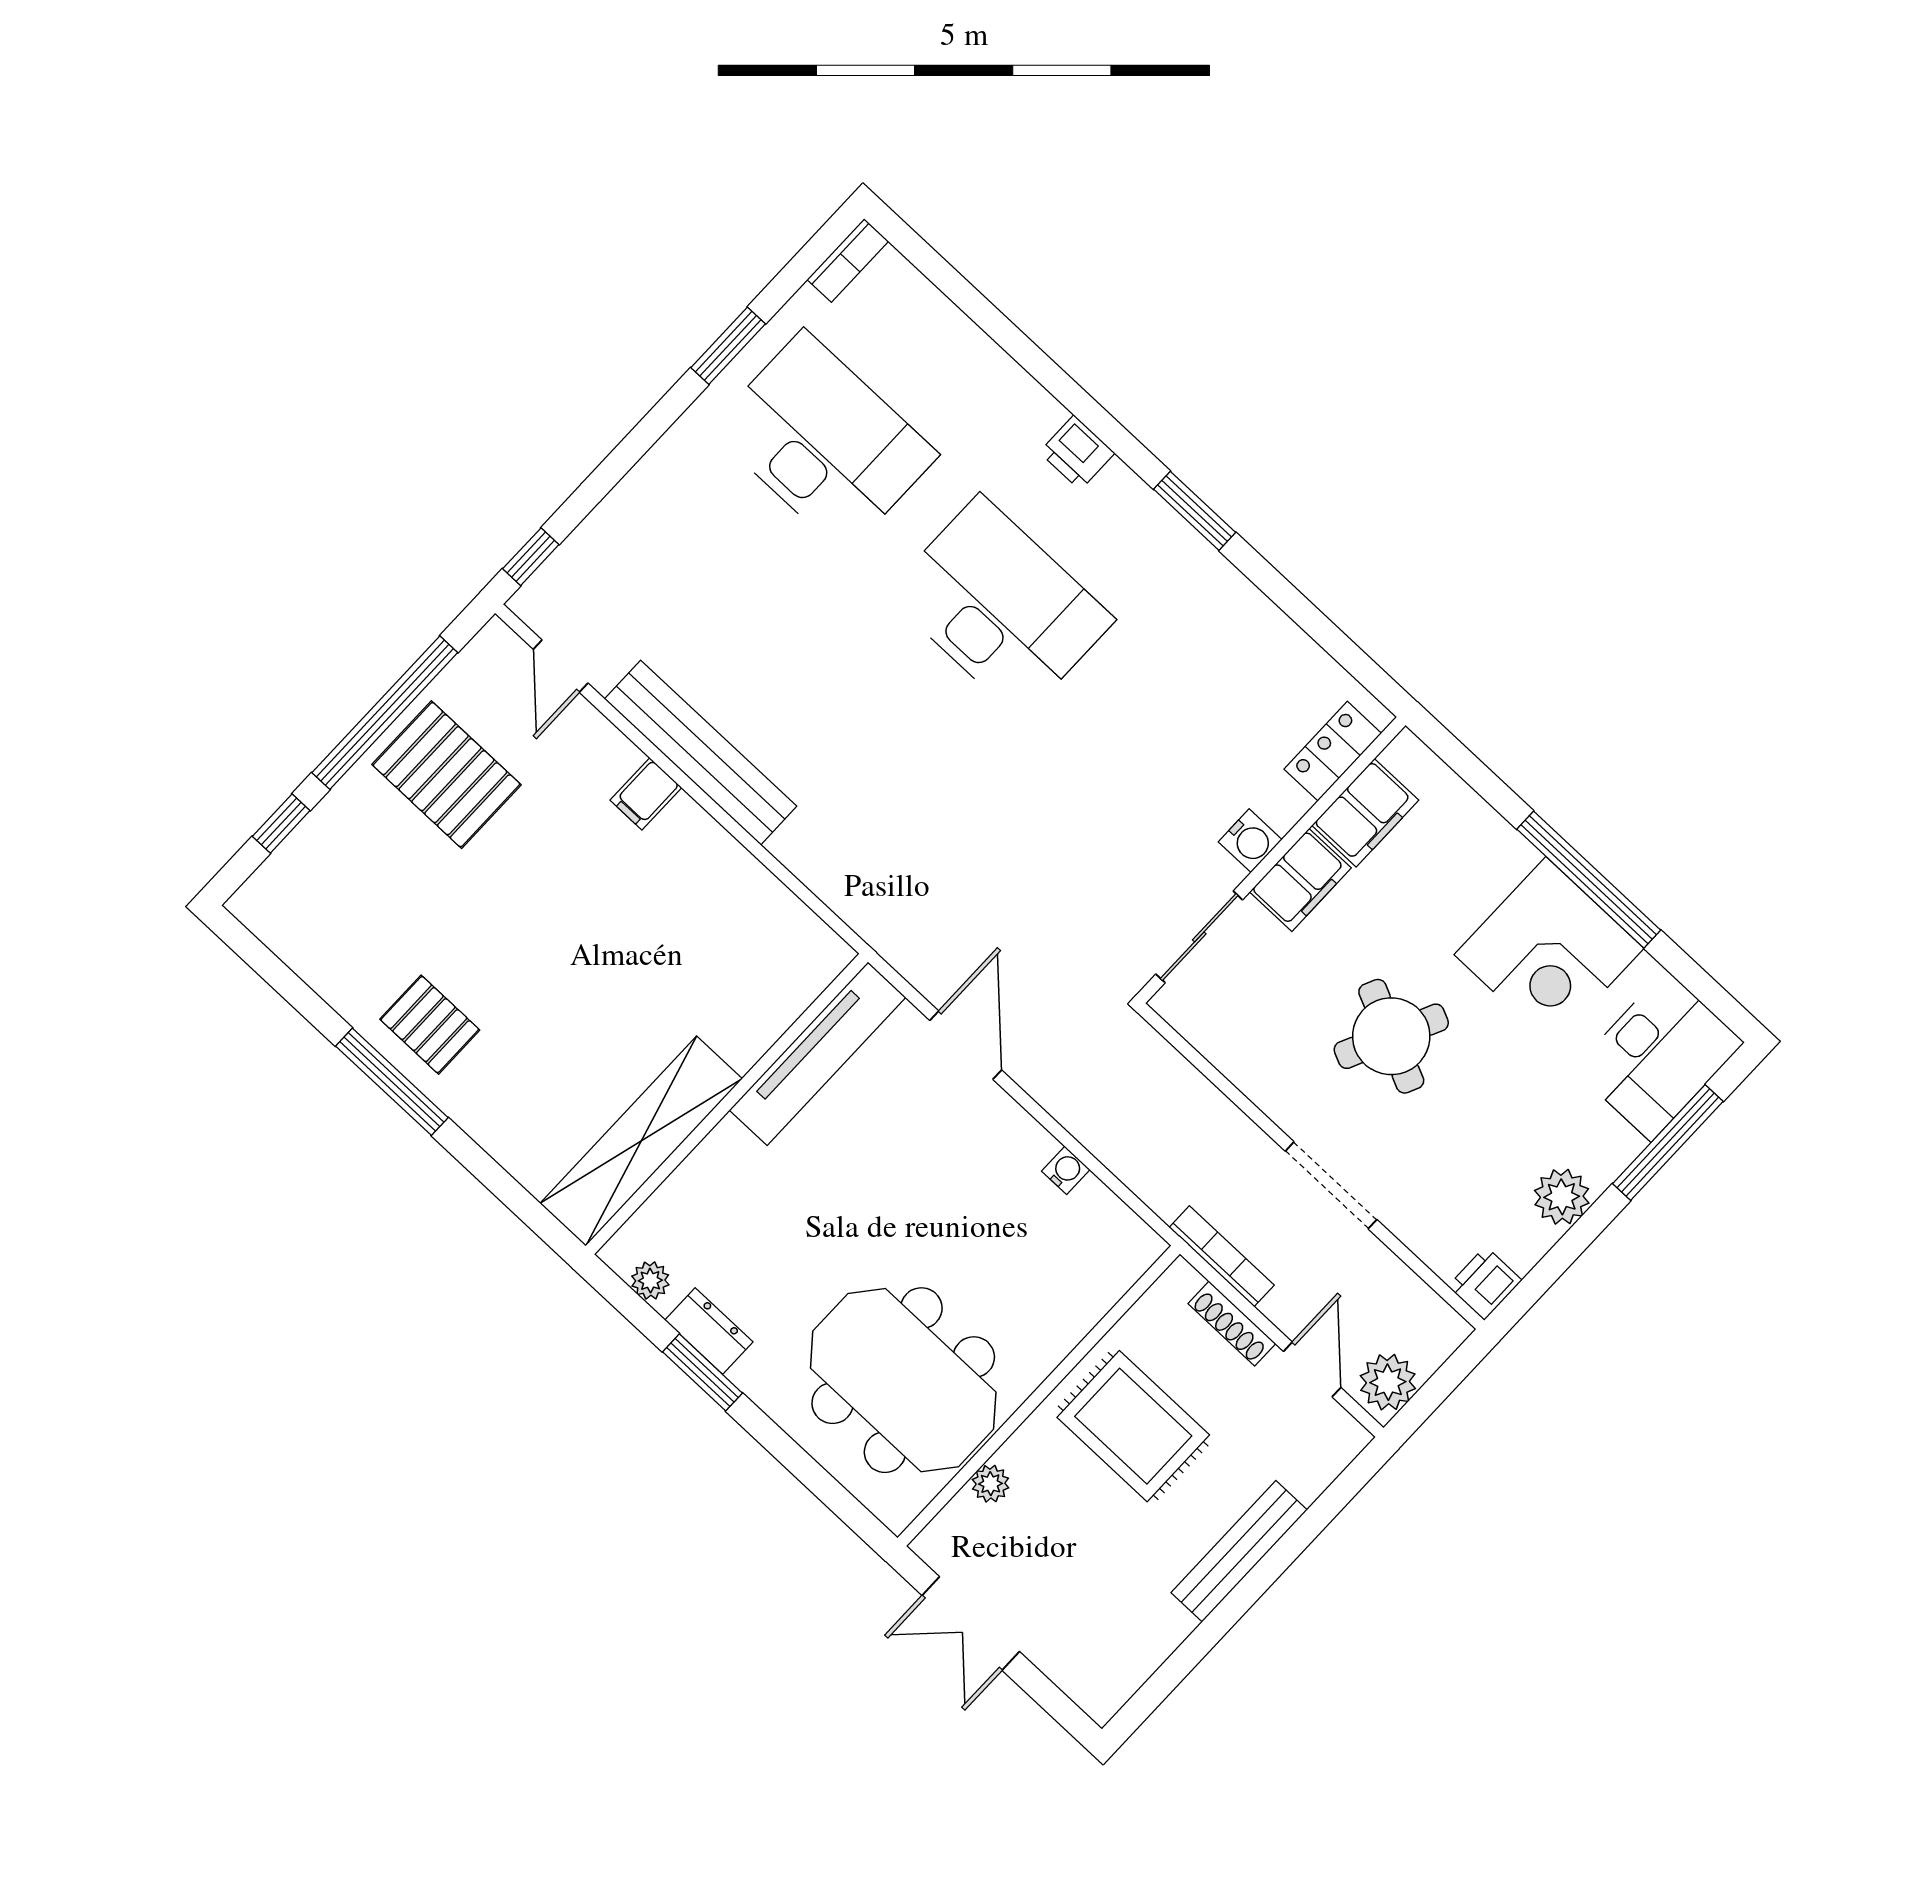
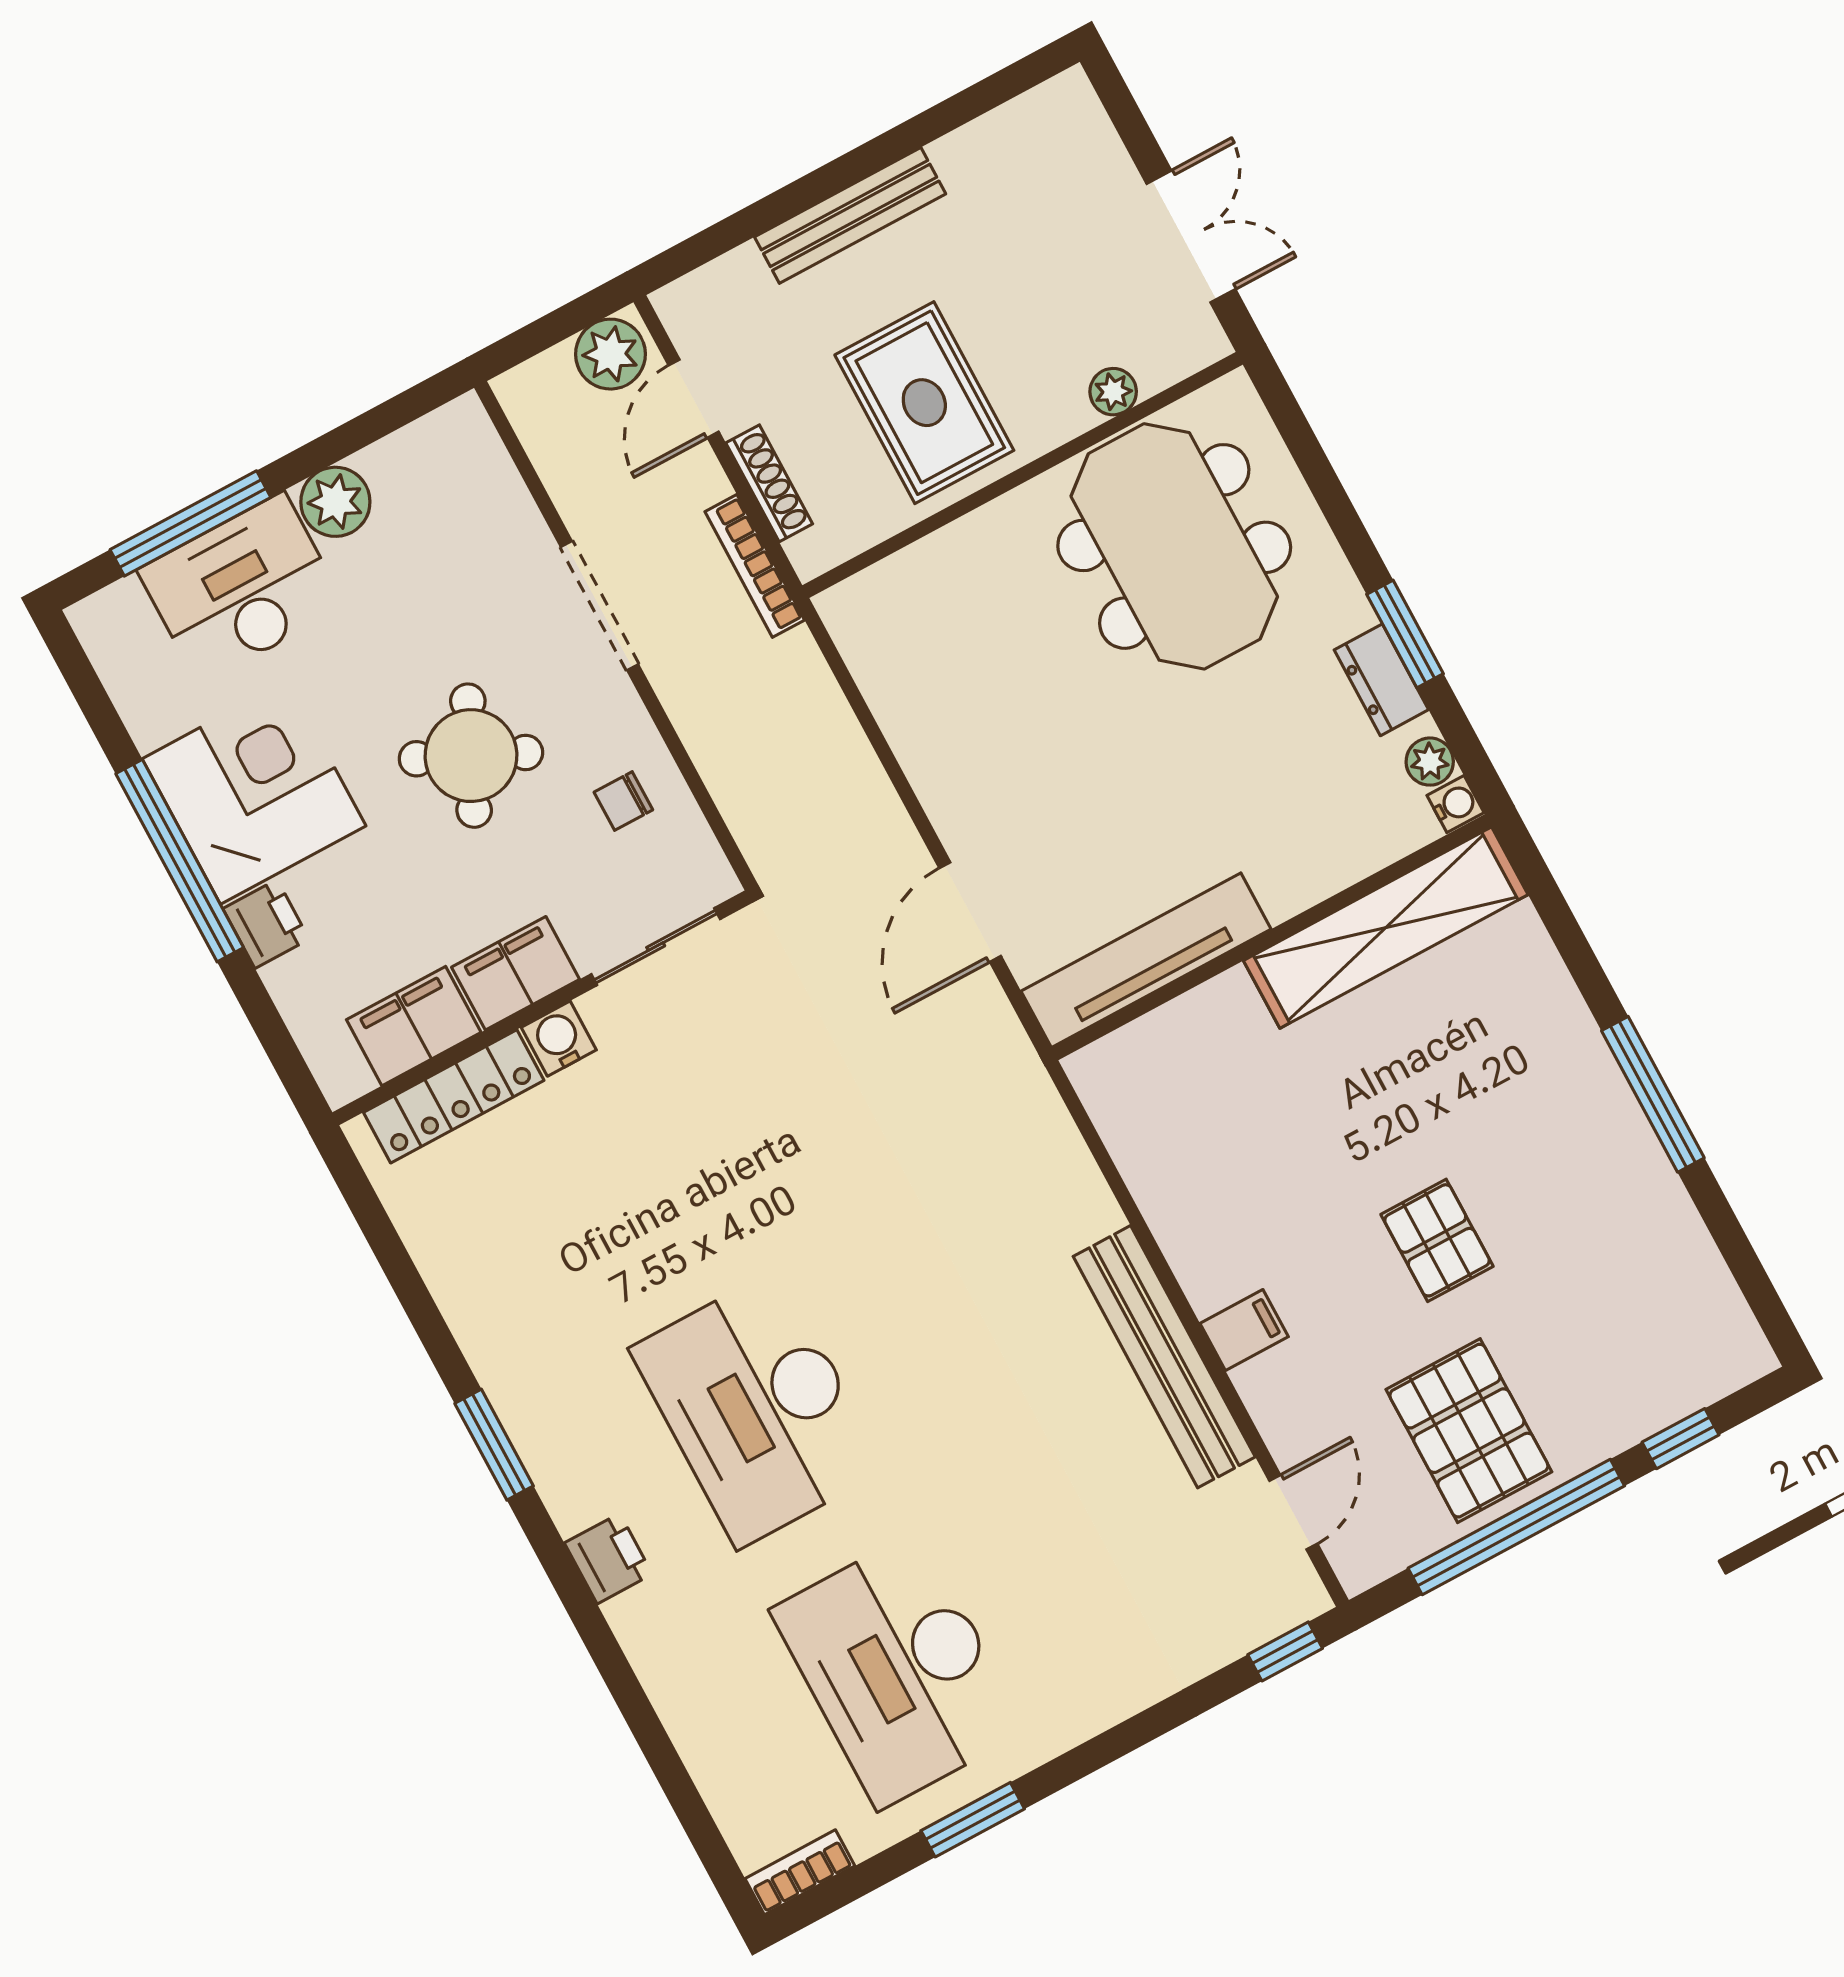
locker: (1333, 751) -> (454, 1096), width x1.53
pallet: (430, 1025) -> (1437, 1240), moved
chair: (1262, 1041) -> (623, 801), added
desk: (1659, 1056) -> (241, 588), moved
water cooler: (1066, 1170) -> (1455, 804), moved, turned 180
printer: (1485, 1283) -> (266, 924), moved, turned -90

